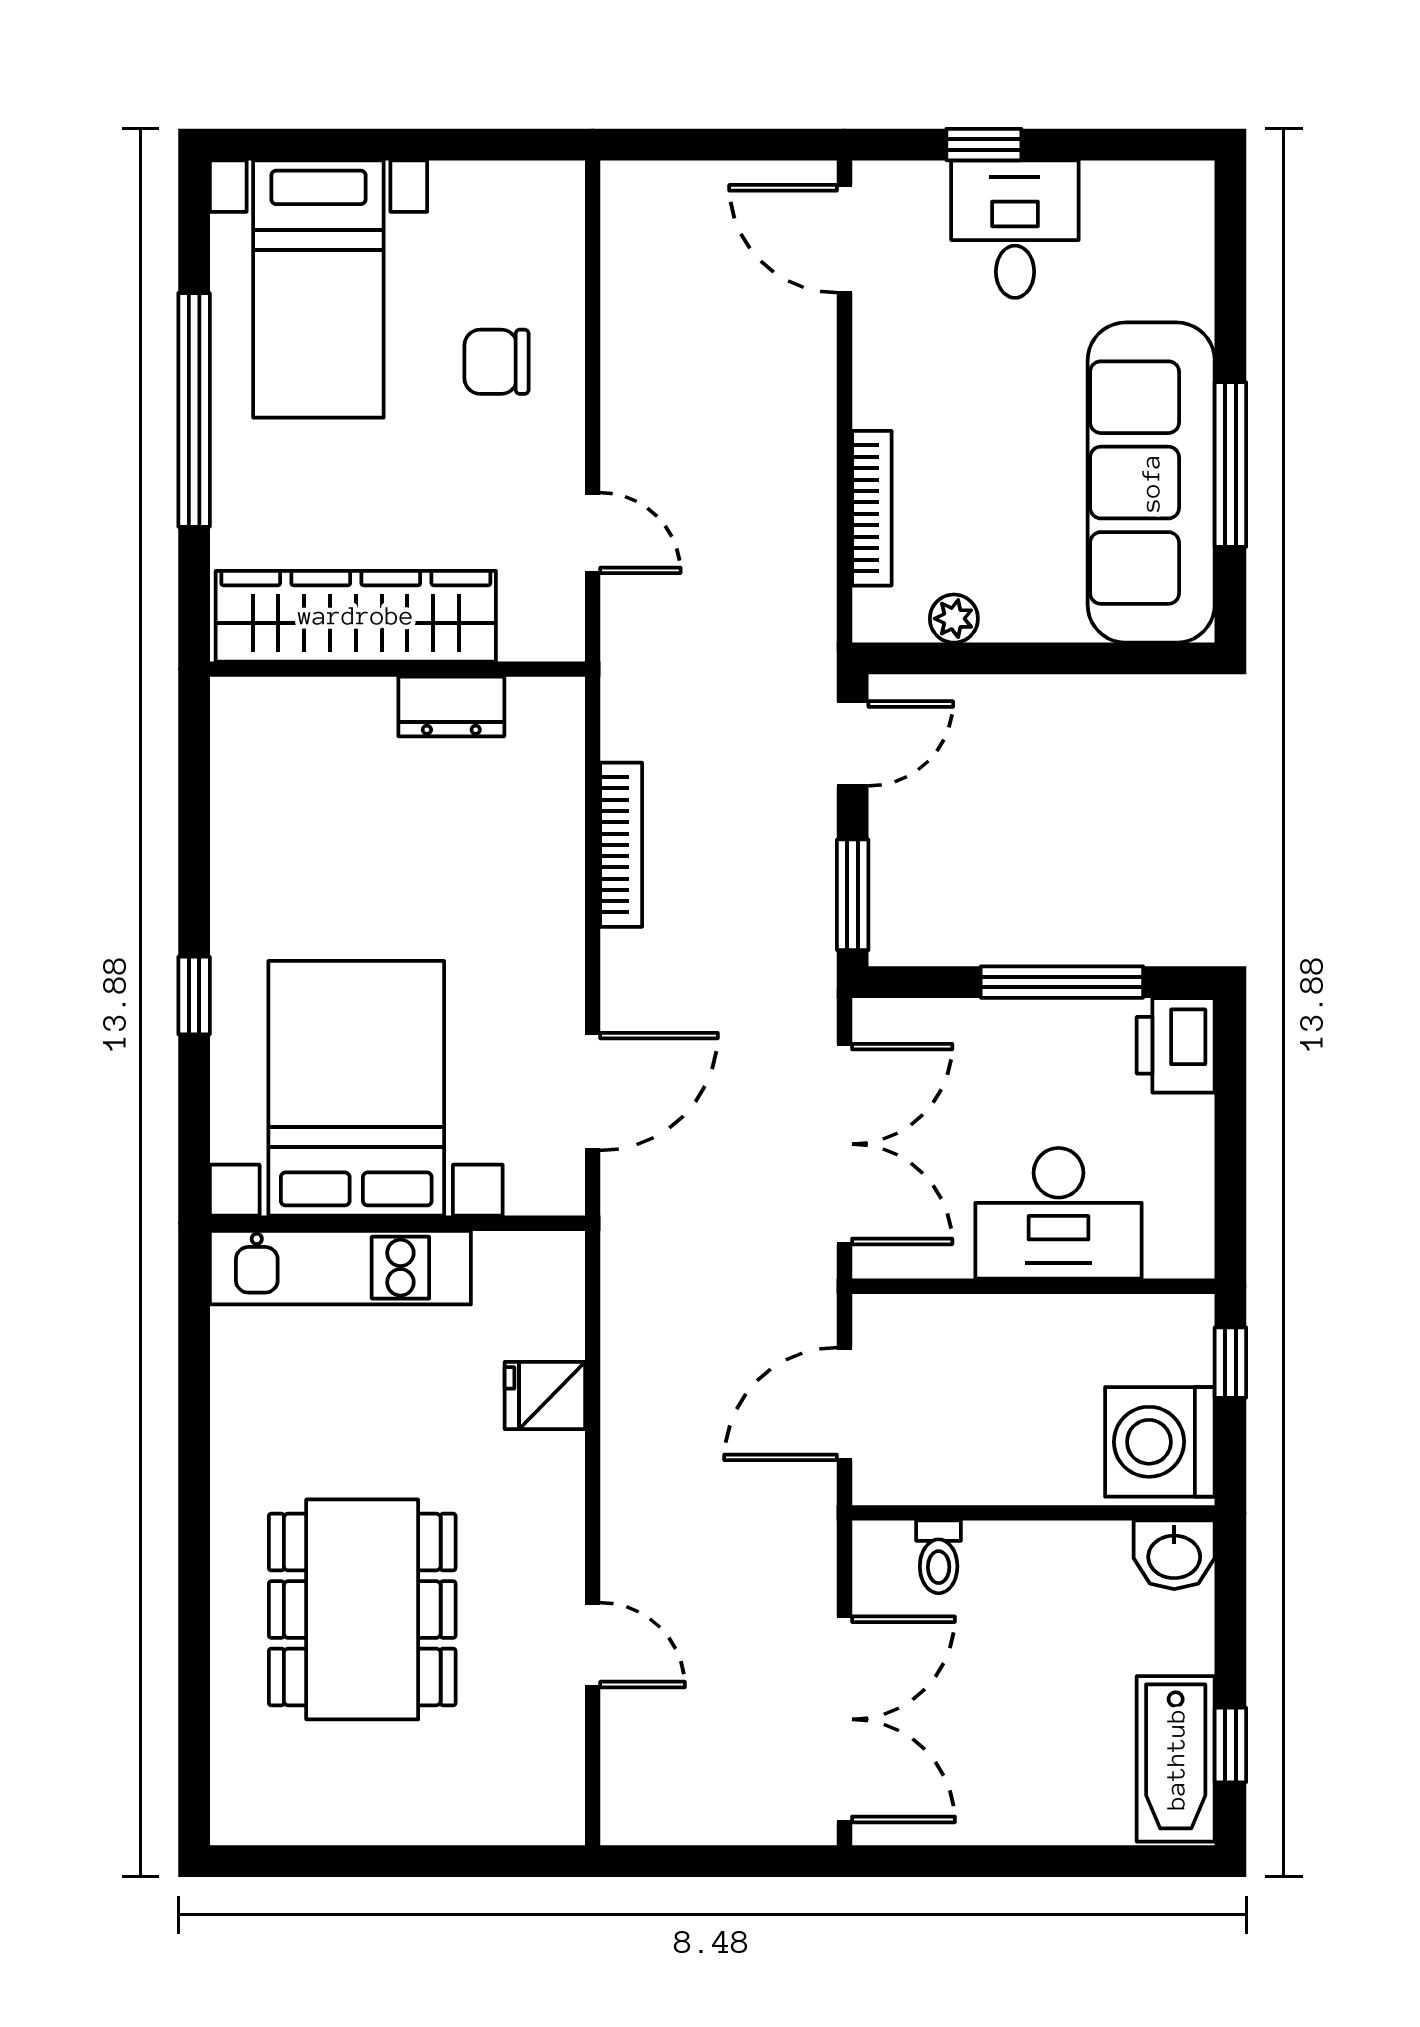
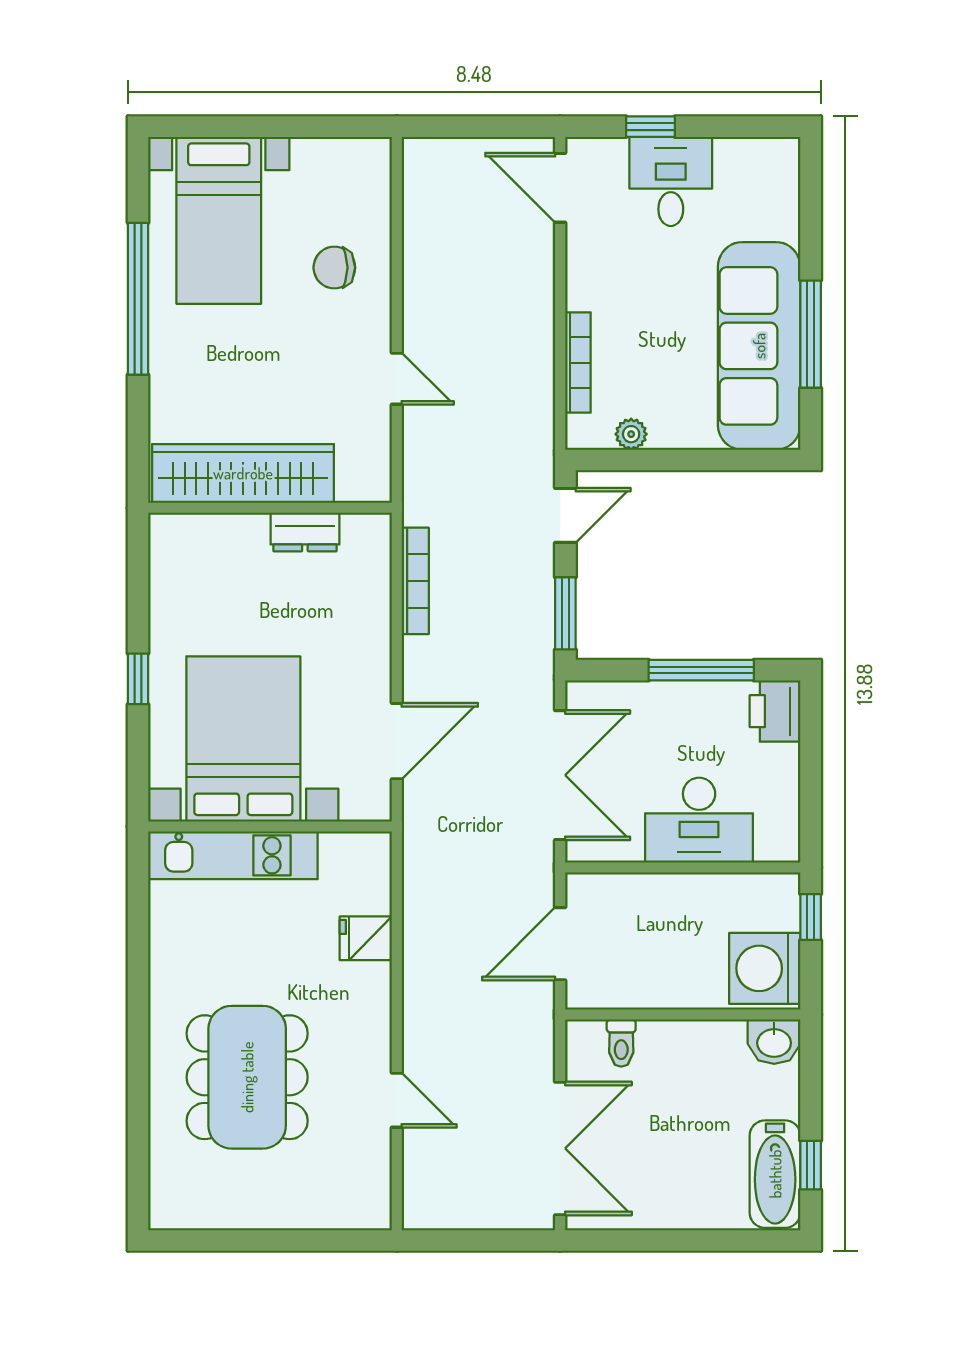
wardrobe: (356, 616) -> (243, 473), moved
wall: (397, 669) -> (270, 508), moved
dresser: (451, 707) -> (305, 532), moved

